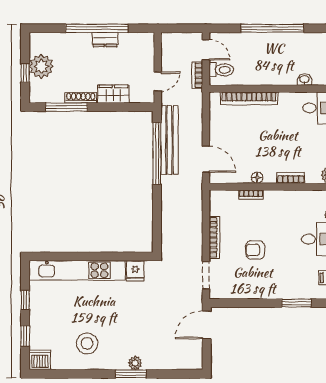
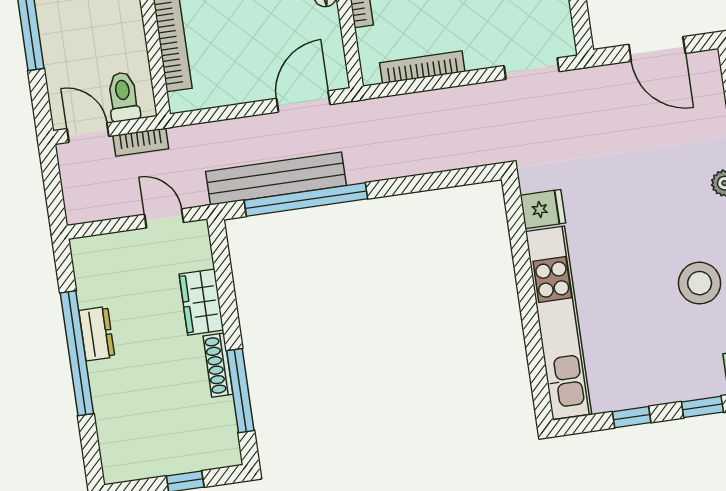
door: (206, 50) -> (88, 133), hinge flipped
plant: (41, 66) -> (167, 452), removed
bookcase: (214, 237) -> (422, 67), moved
door: (207, 325) -> (657, 49), moved

